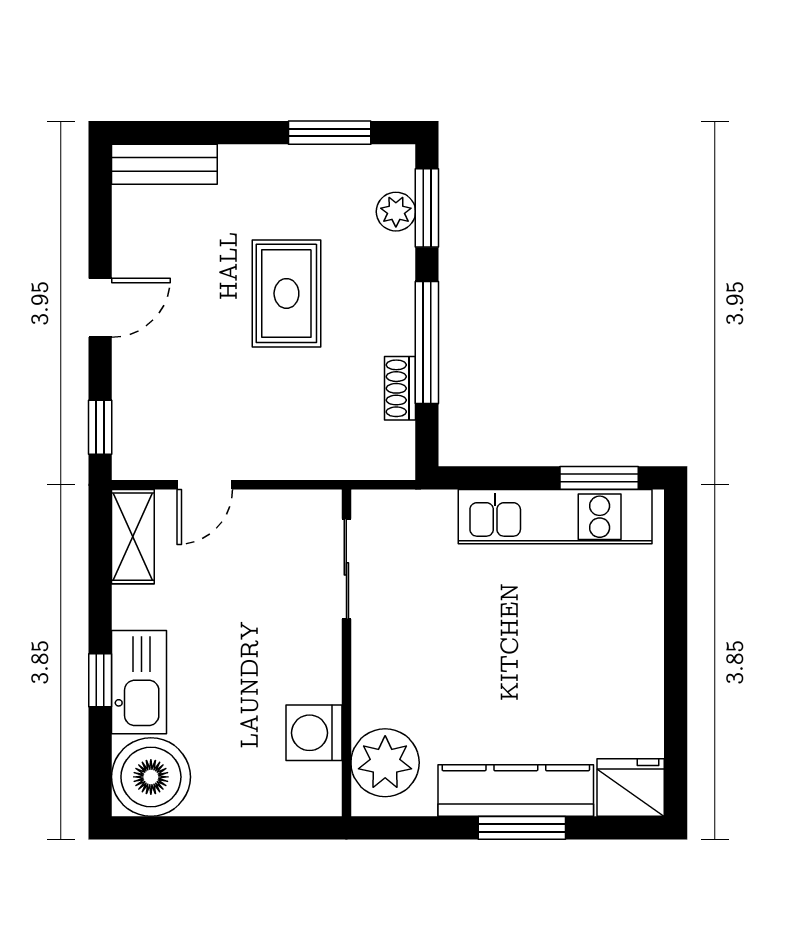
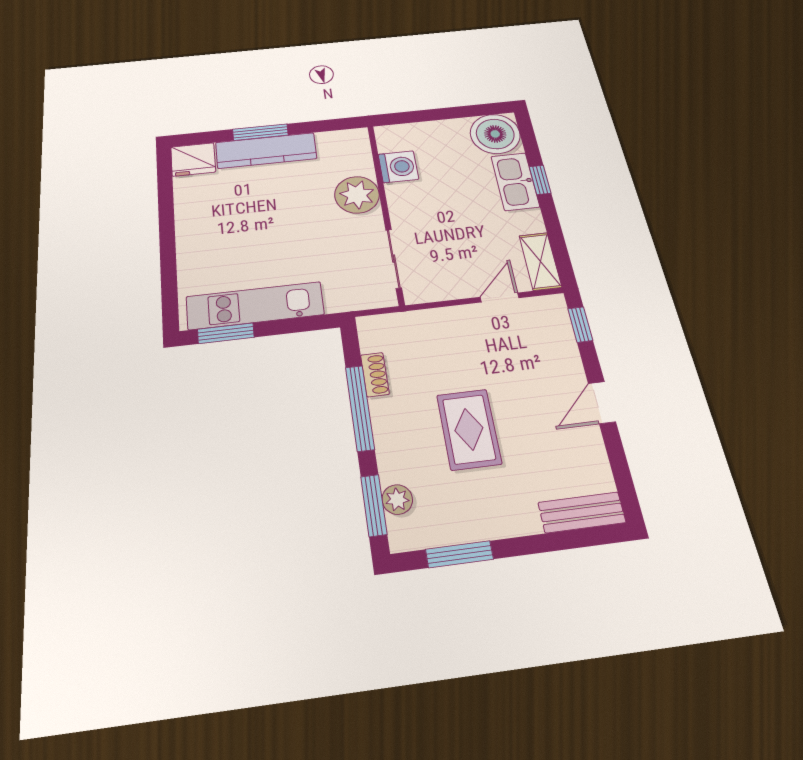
plant: (385, 763) -> (357, 195), moved

